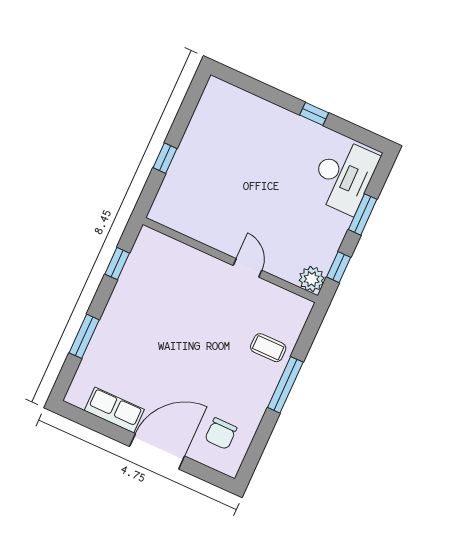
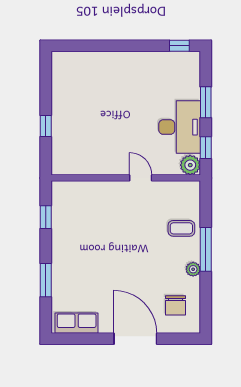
window: (314, 114) -> (179, 46), moved
desk: (344, 176) -> (180, 127), moved
plant: (260, 401) -> (193, 269), added
row of seats: (114, 410) -> (77, 323), moved
door: (157, 451) -> (135, 339), hinge flipped

